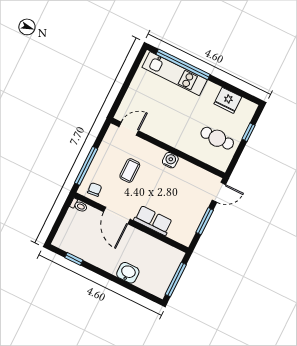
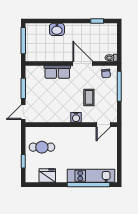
water cooler: (170, 160) -> (76, 117), moved

